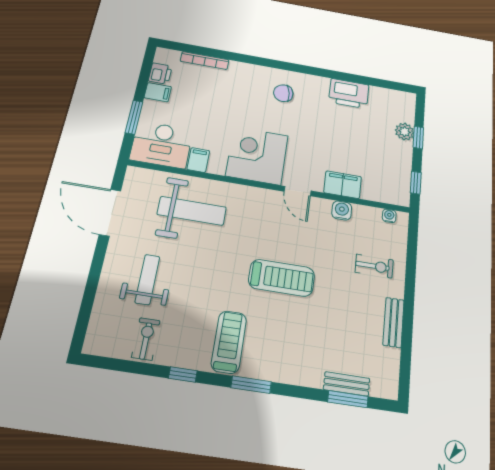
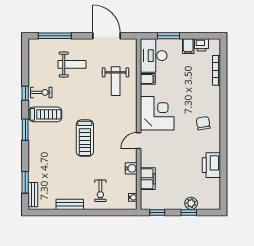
filing cabinet: (343, 185) -> (148, 179), moved
weight bench: (192, 211) -> (116, 81), width x0.73, depth x0.75
door: (110, 213) -> (106, 36), hinge flipped
window: (88, 302) -> (55, 36), added
exercise bike: (146, 339) -> (41, 92), moved
bench: (347, 384) -> (33, 195), moved

